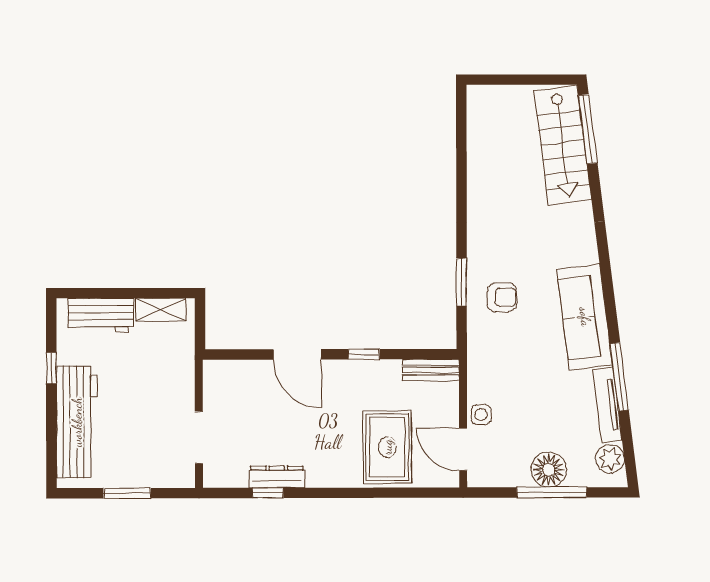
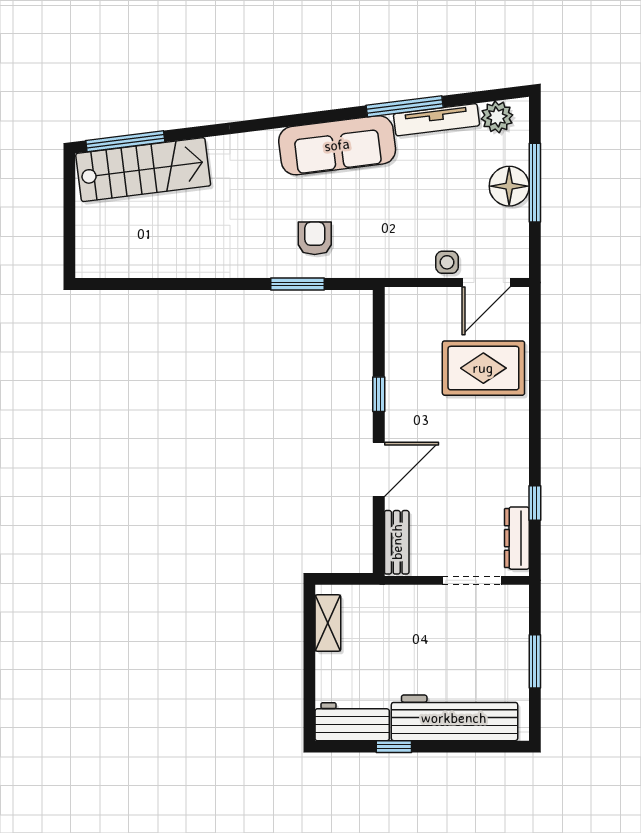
workbench: (101, 315) -> (352, 722), moved, turned -90
bench: (431, 370) -> (397, 542), moved
dresser: (277, 477) -> (517, 538), moved

